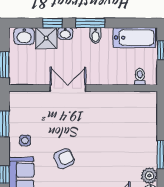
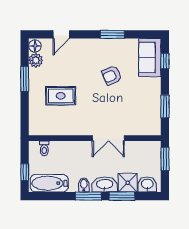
window: (52, 23) -> (122, 196), width x1.50
washbasin: (65, 33) -> (105, 184), width x1.91, depth x1.45
rug: (121, 136) -> (61, 96), added
side table: (25, 140) -> (147, 92), removed

